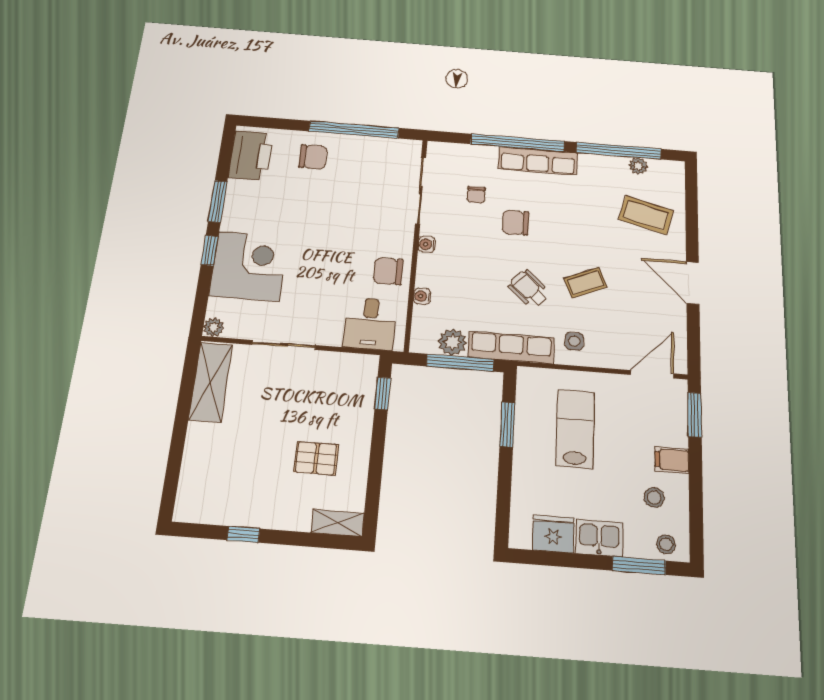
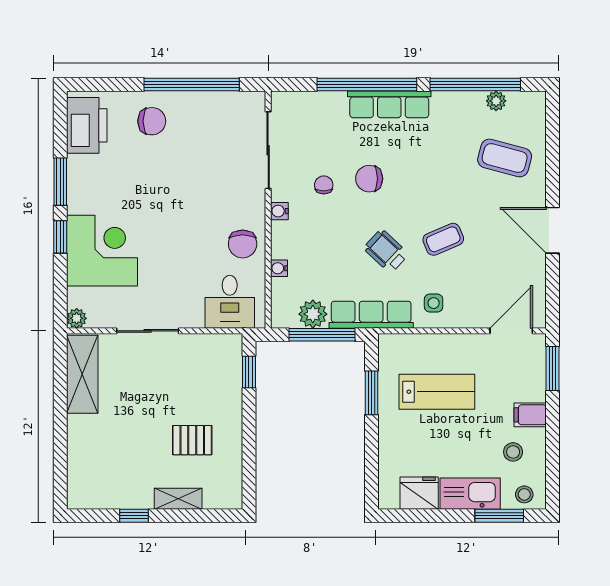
chair: (476, 195) -> (324, 185), moved, turned 180
chair: (388, 271) -> (243, 244), turned -90
lab bench: (575, 429) -> (437, 392), turned 90
shelving: (337, 523) -> (178, 499), moved
kitchen sink: (599, 538) -> (470, 494), width x1.38

